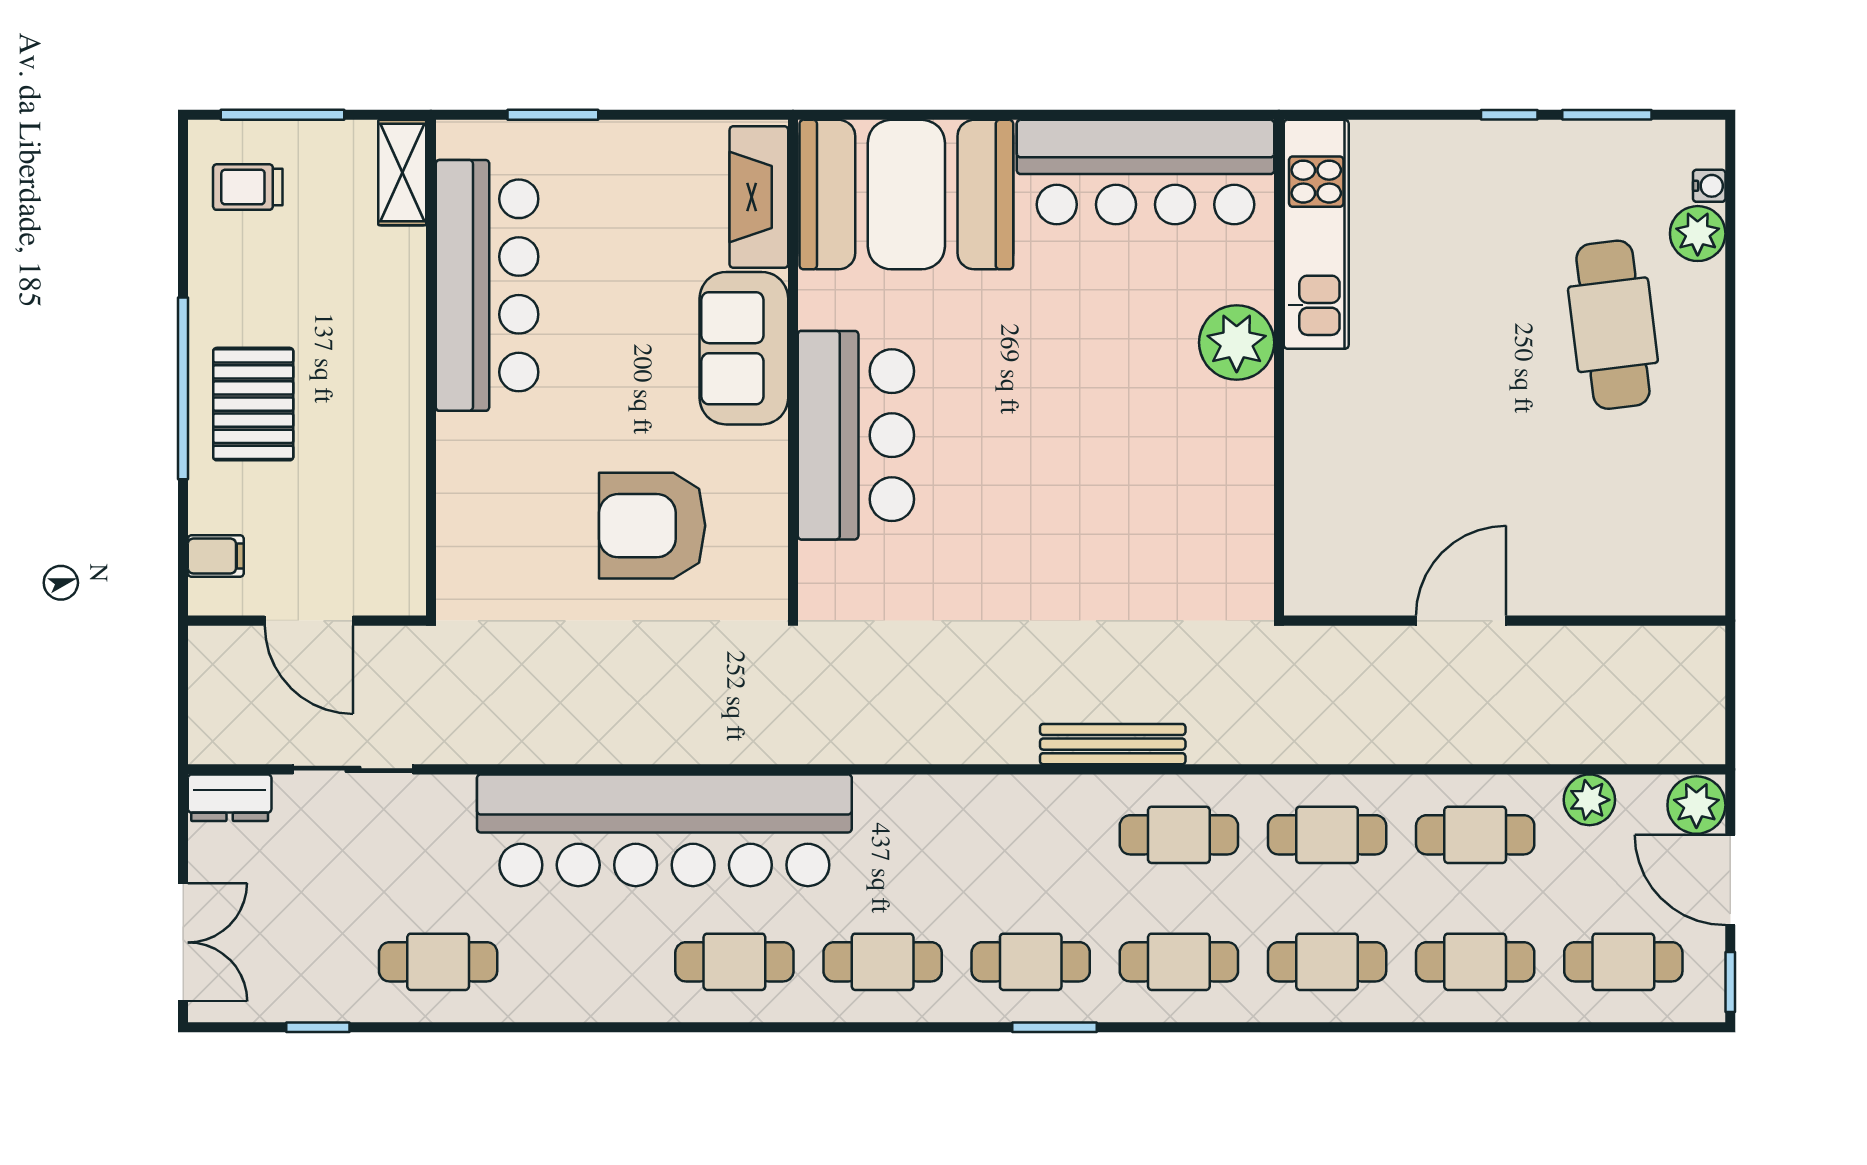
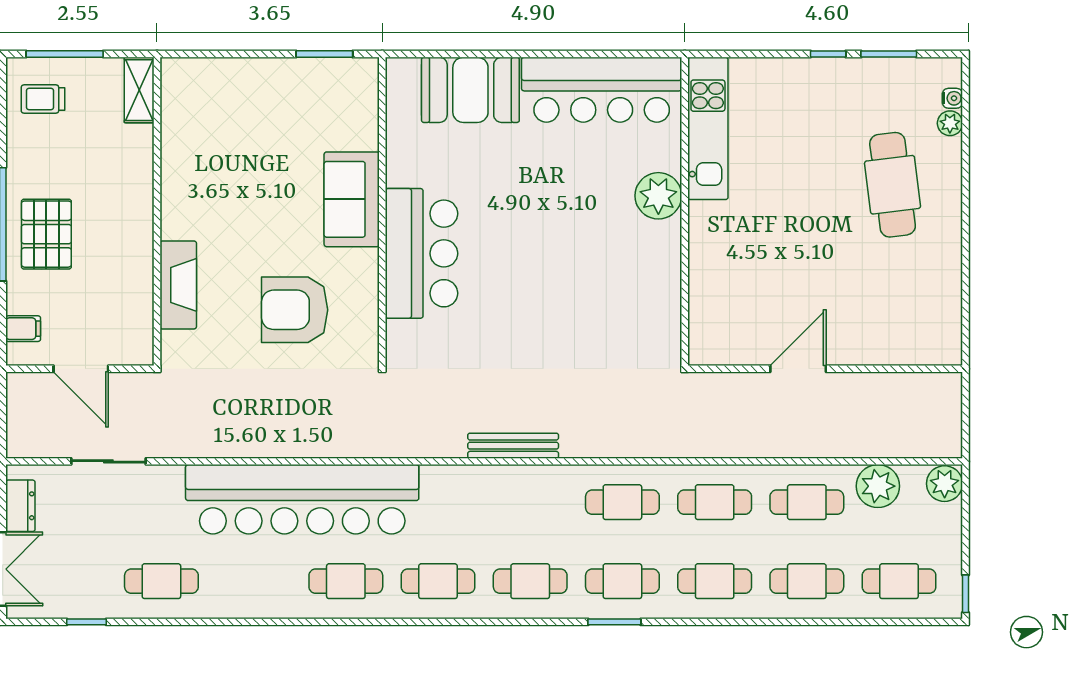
window: (553, 115) -> (324, 54), moved
booth: (906, 195) -> (470, 90), width x0.73, depth x0.70
fireplace: (759, 197) -> (178, 285), moved, turned 180
plant: (1698, 234) -> (950, 123), width x0.73, depth x0.73
bar counter: (487, 285) -> (192, 160), removed
bench: (1113, 744) -> (513, 446), moved
dresser: (230, 798) -> (20, 506), moved, turned -90
plant: (1589, 800) -> (878, 486), width x1.36, depth x1.36
door: (1730, 880) -> (966, 530), removed
window: (1054, 1027) -> (614, 622), moved

